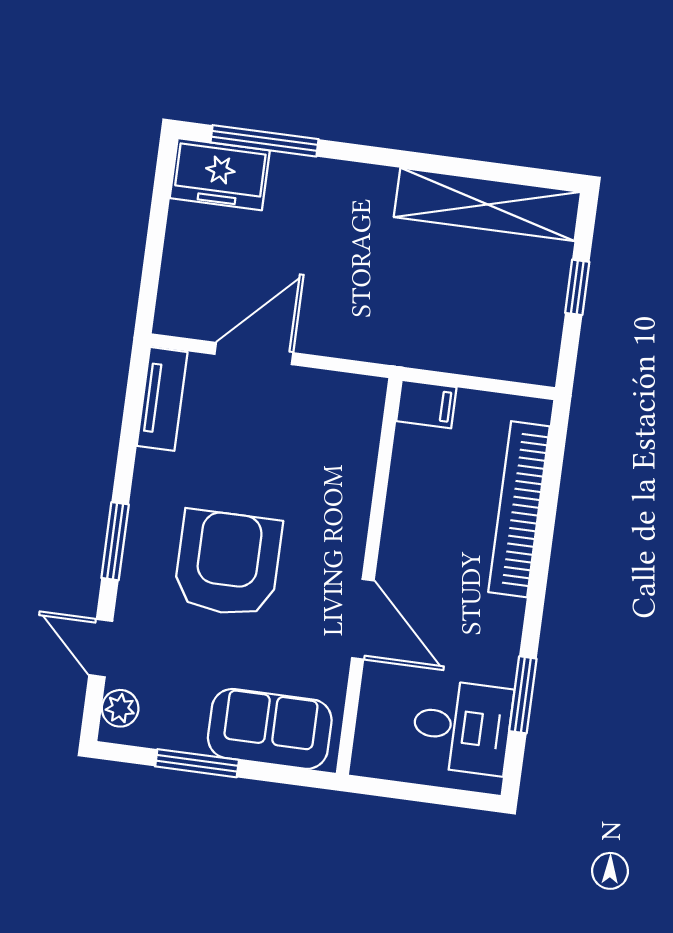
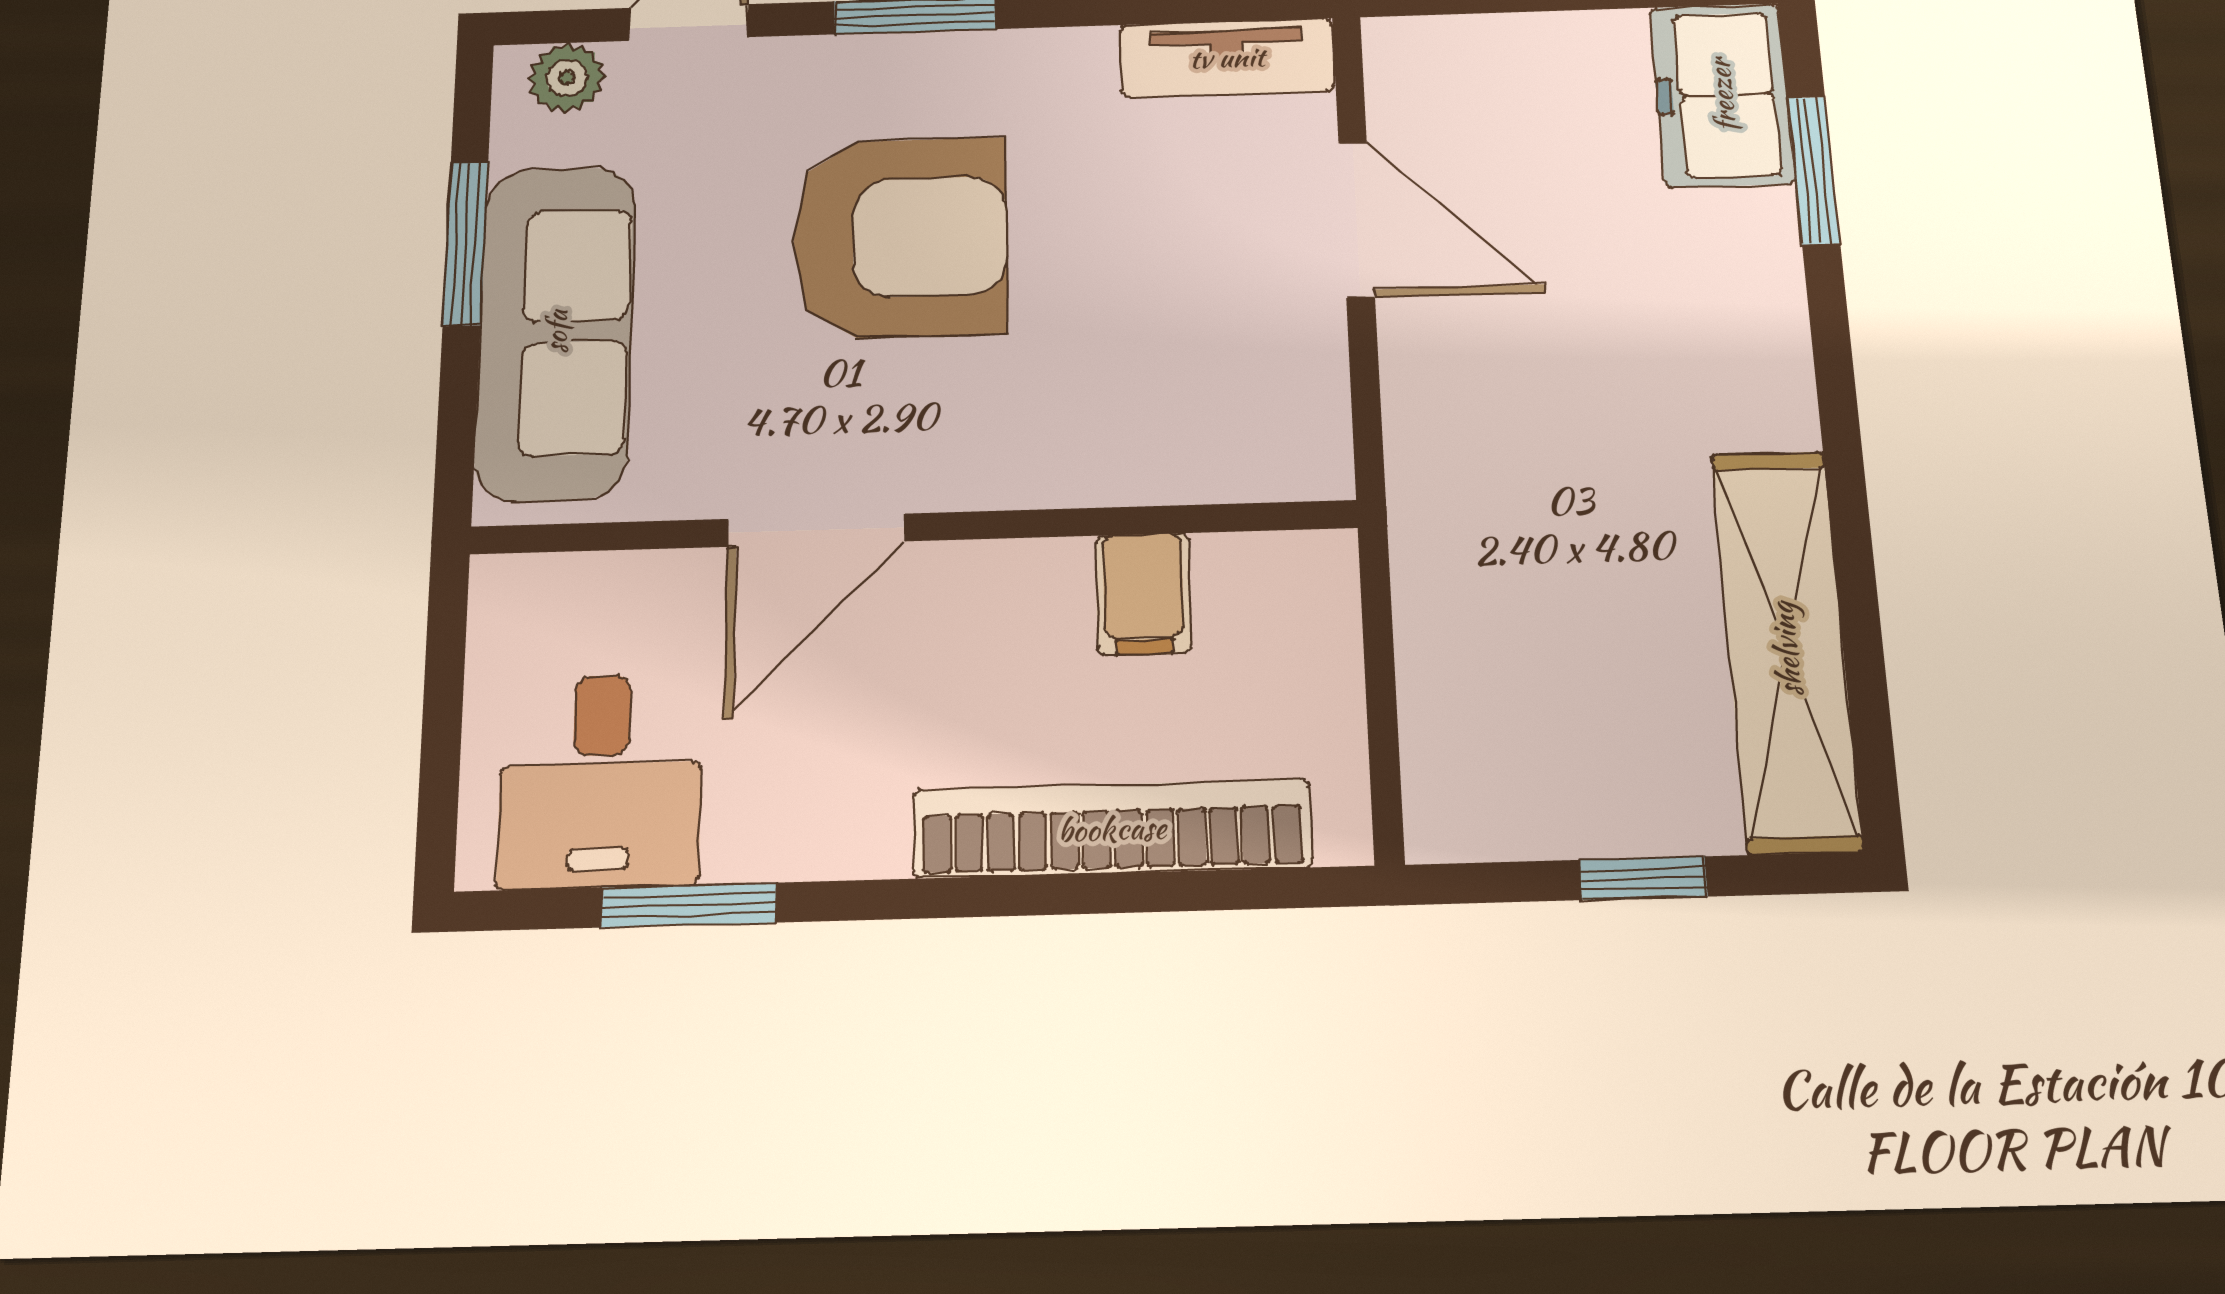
window: (264, 141) -> (1813, 170), width x0.69
filing cabinet: (426, 404) -> (1143, 594), moved
sofa: (270, 729) -> (556, 332), width x1.36

